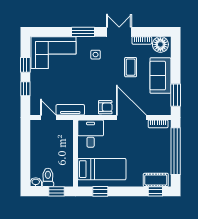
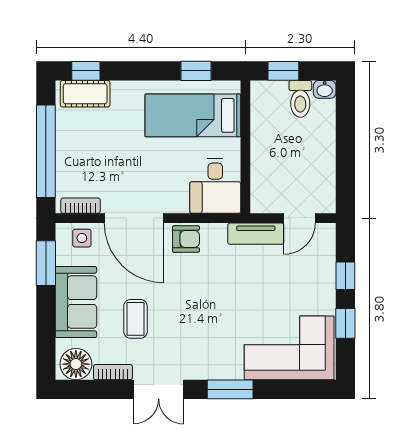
side table: (96, 55) -> (82, 238), moved
armchair: (105, 107) -> (186, 239), turned 180
door: (48, 118) -> (300, 218), hinge flipped

